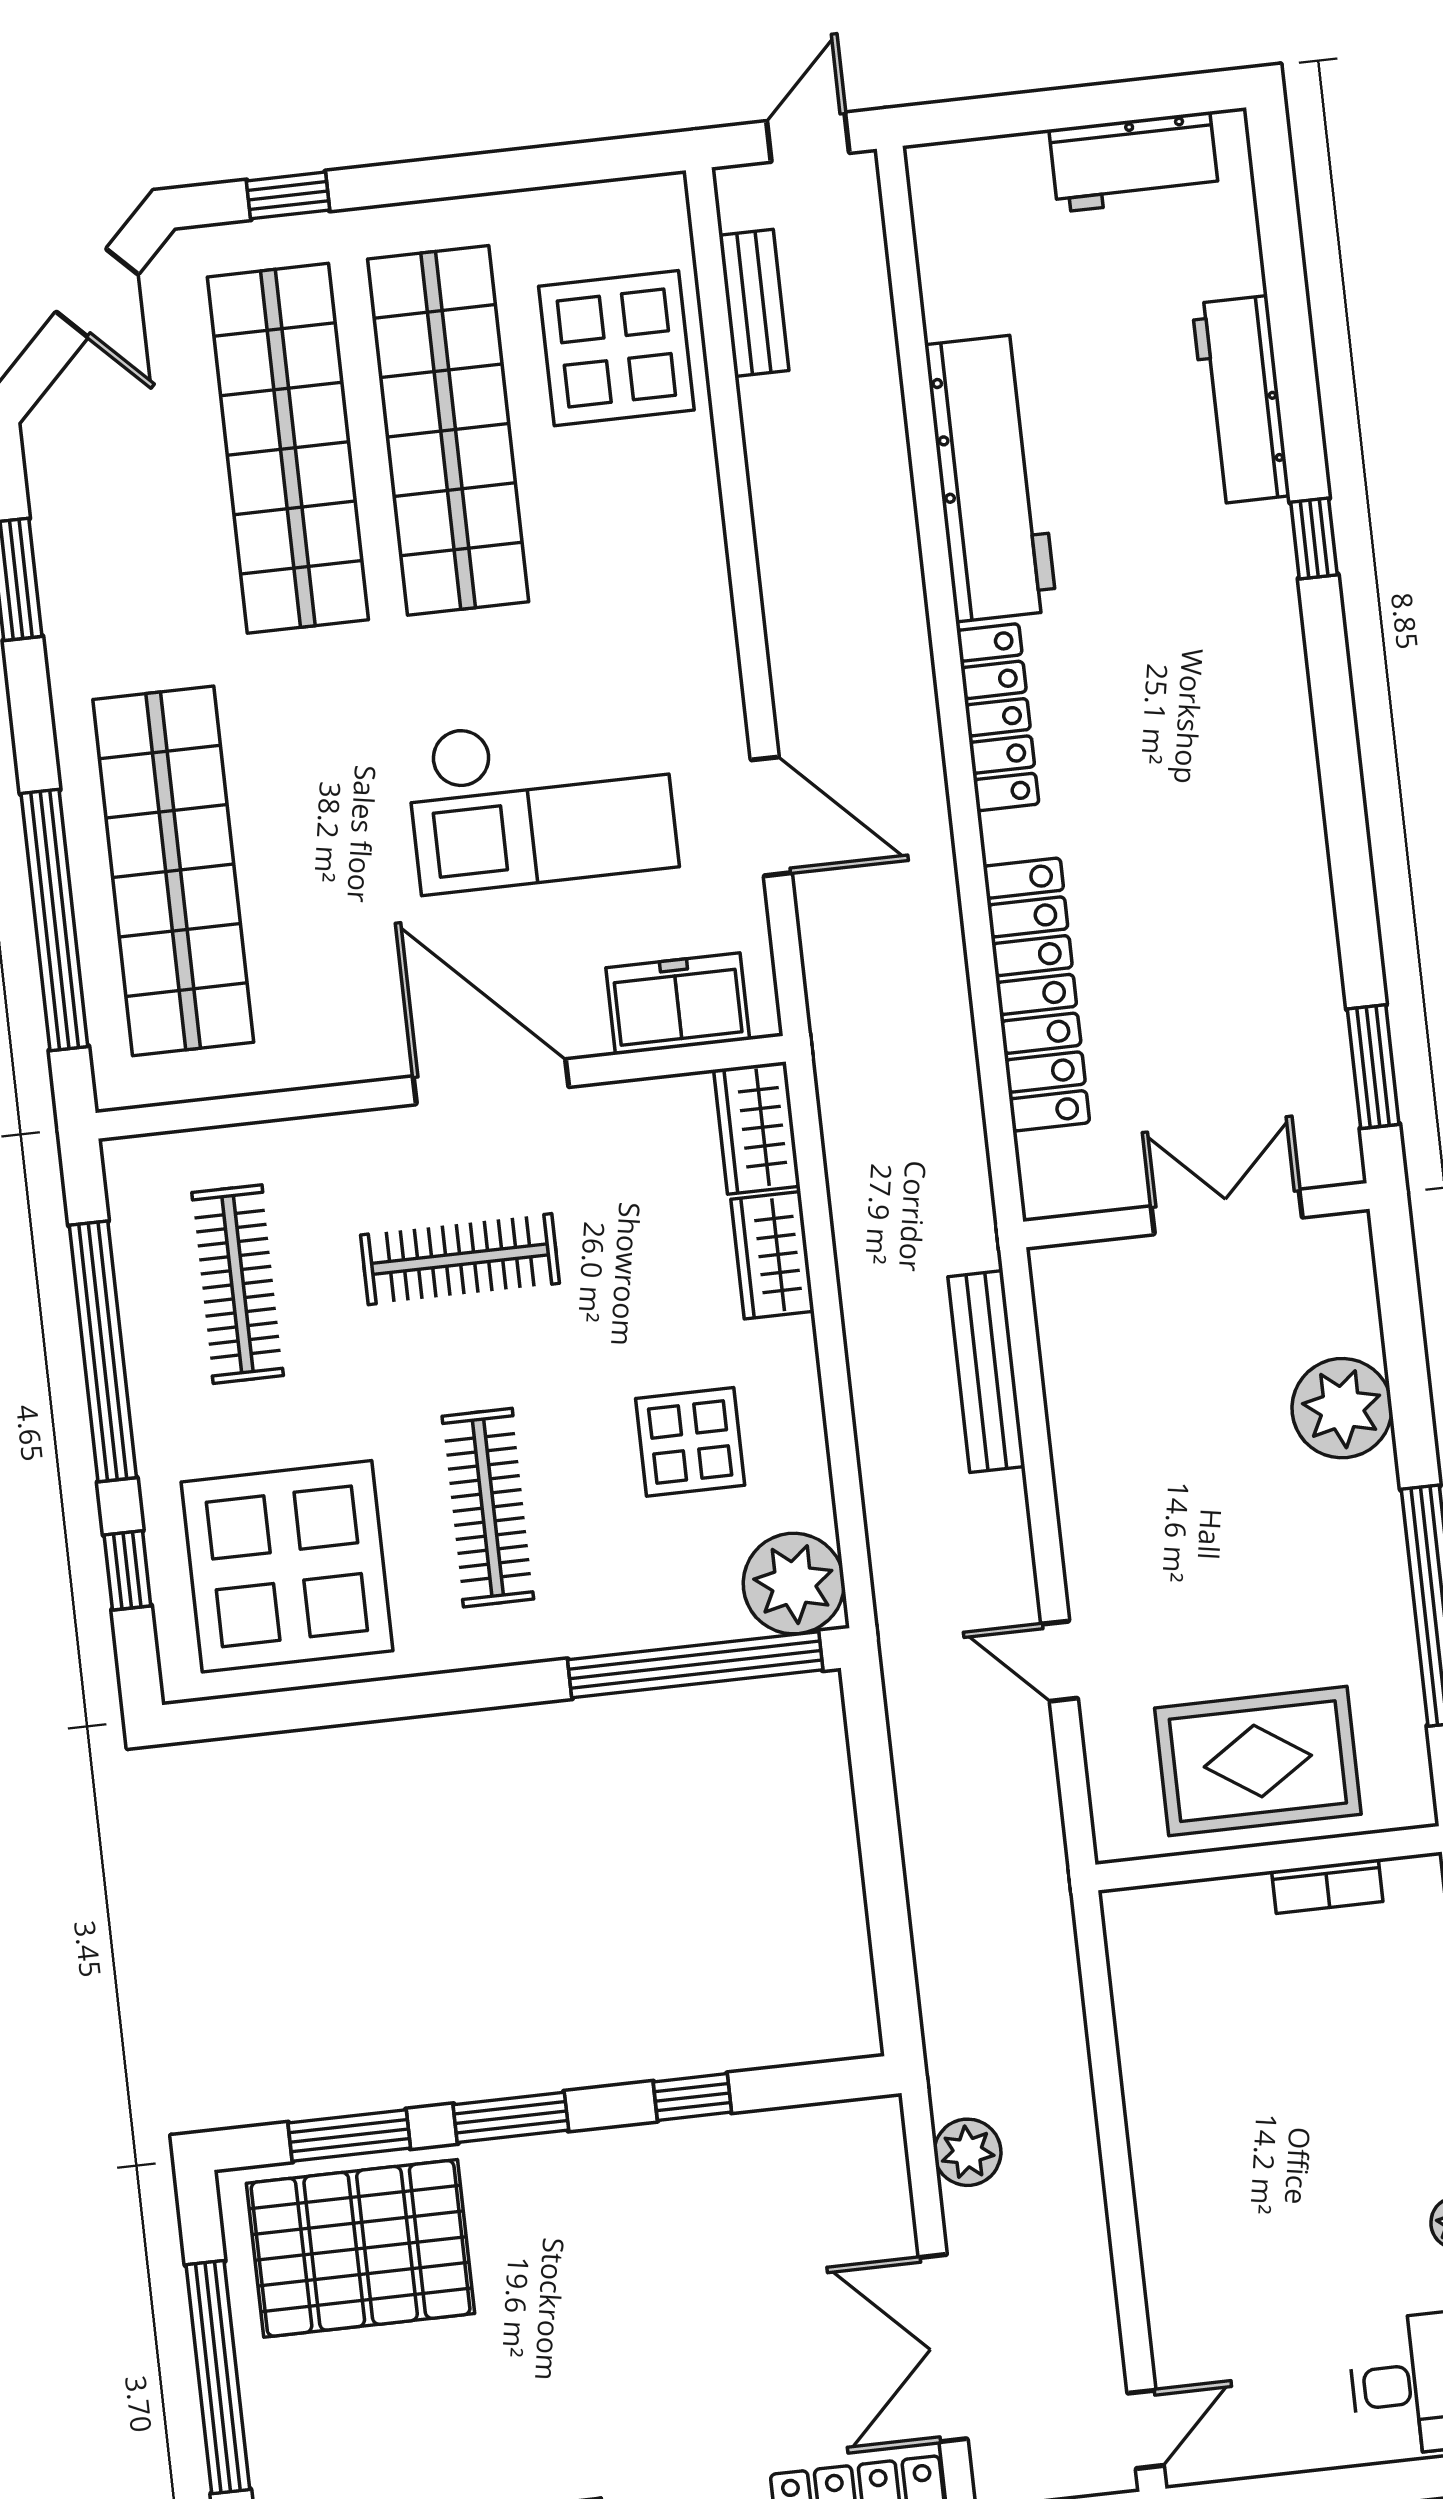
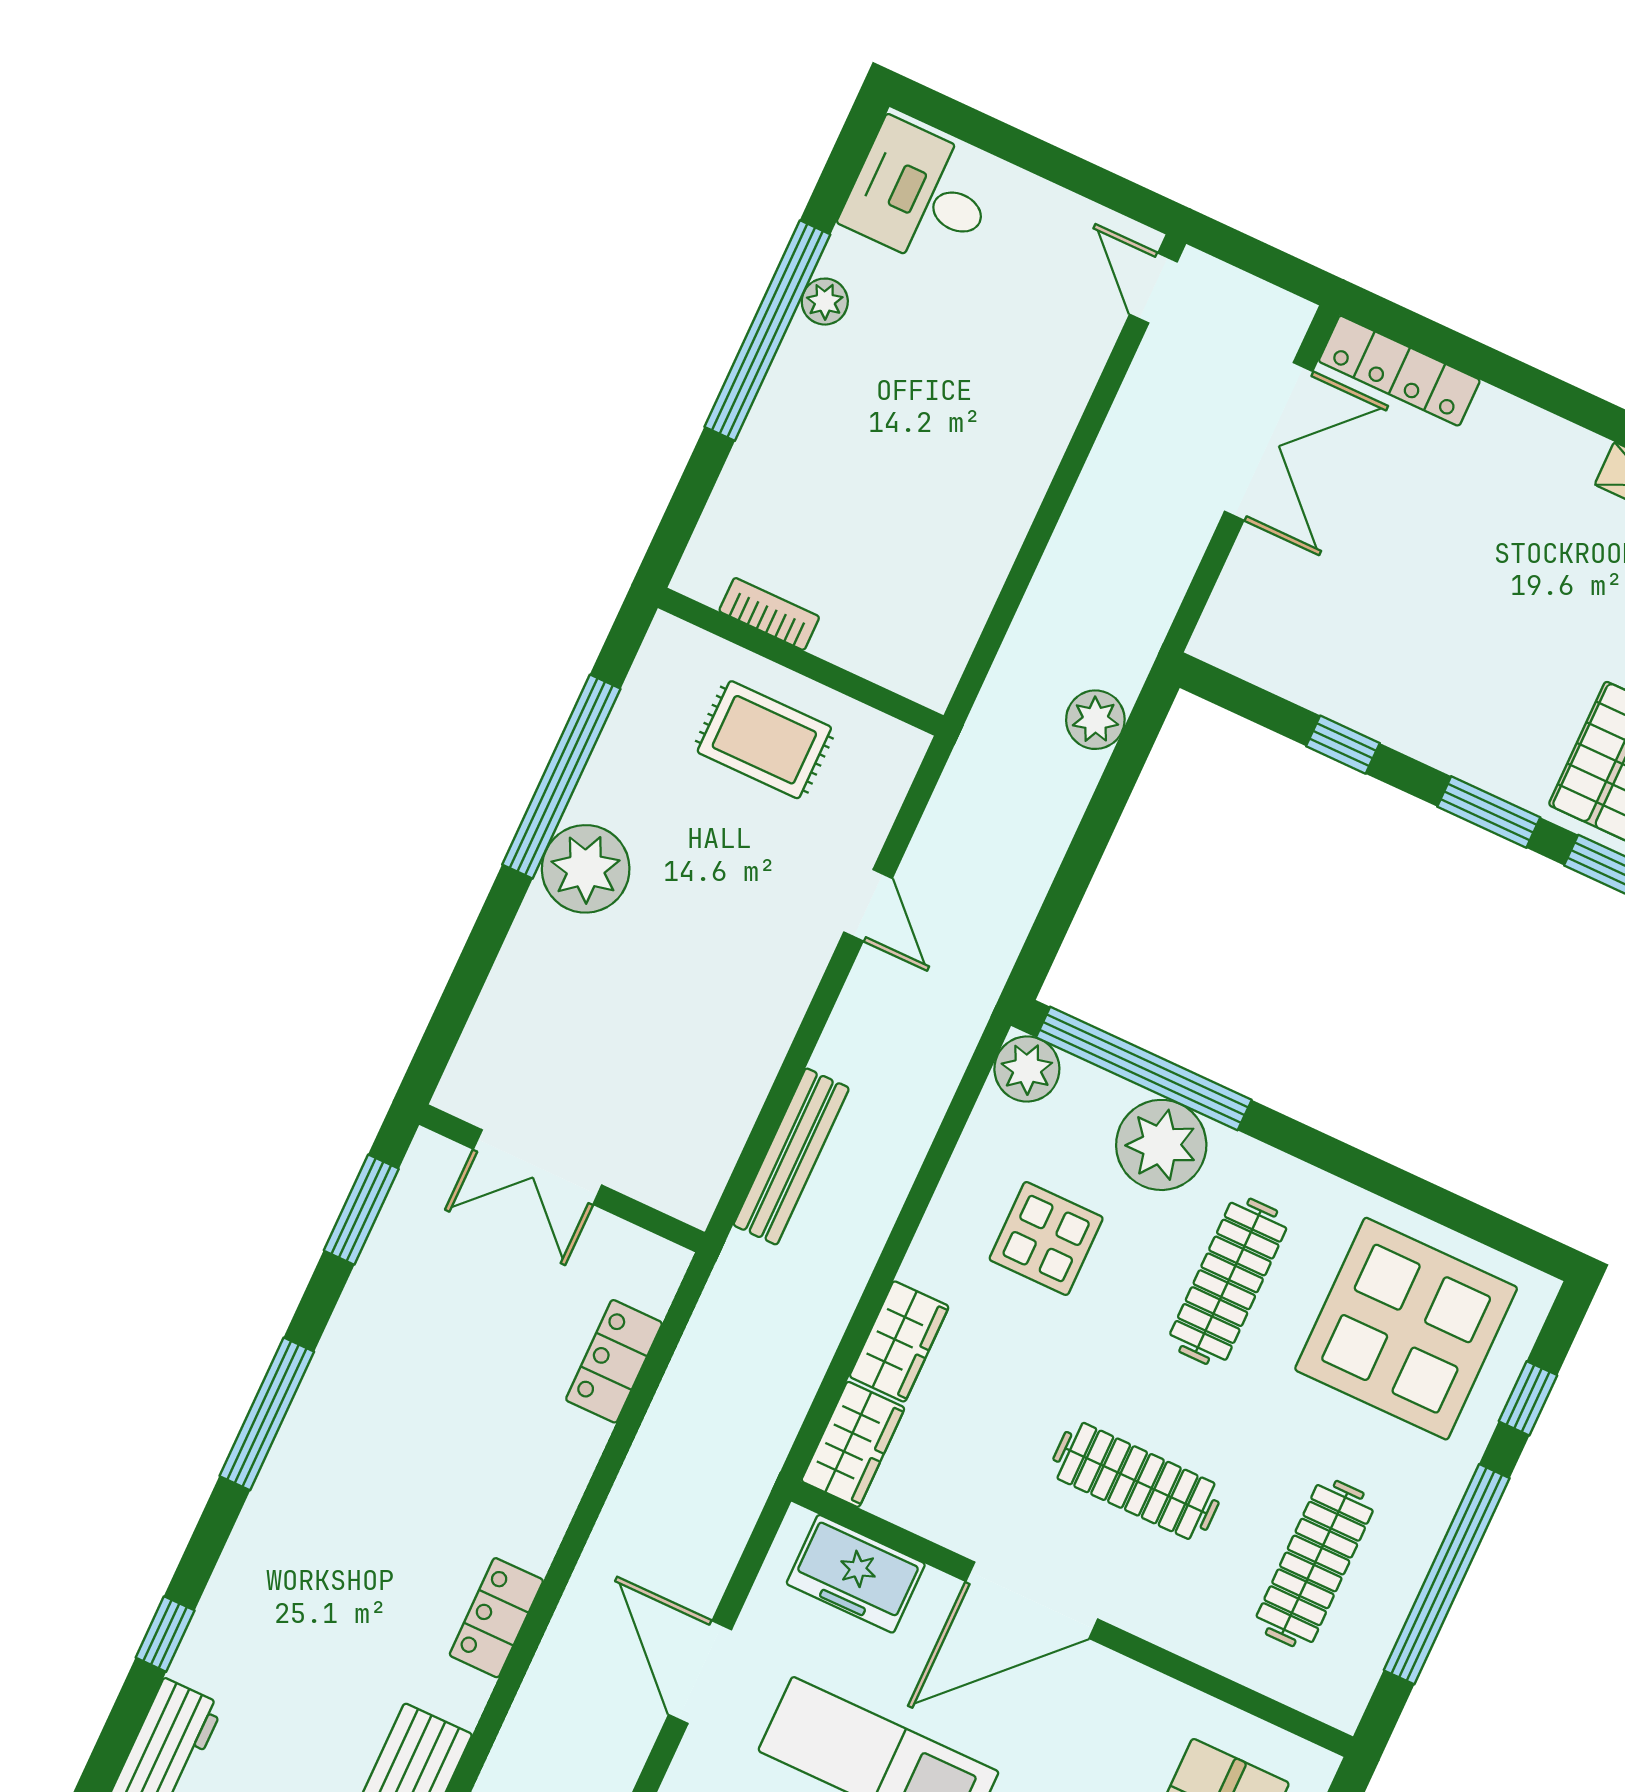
locker: (998, 717) -> (496, 1618), width x0.66
window: (1345, 812) -> (267, 1414), added
locker: (1036, 994) -> (614, 1361), width x0.46, depth x0.83
door: (491, 1082) -> (1032, 1600), hinge flipped
plant: (1342, 1408) -> (586, 869), moved
plant: (794, 1584) -> (1027, 1069), width x0.73, depth x0.73
plant: (633, 1601) -> (1161, 1145), added
rug: (1258, 1761) -> (764, 740), width x0.73, depth x0.70
plant: (968, 2152) -> (1095, 720), moved
door: (1146, 2429) -> (1153, 288), hinge flipped

